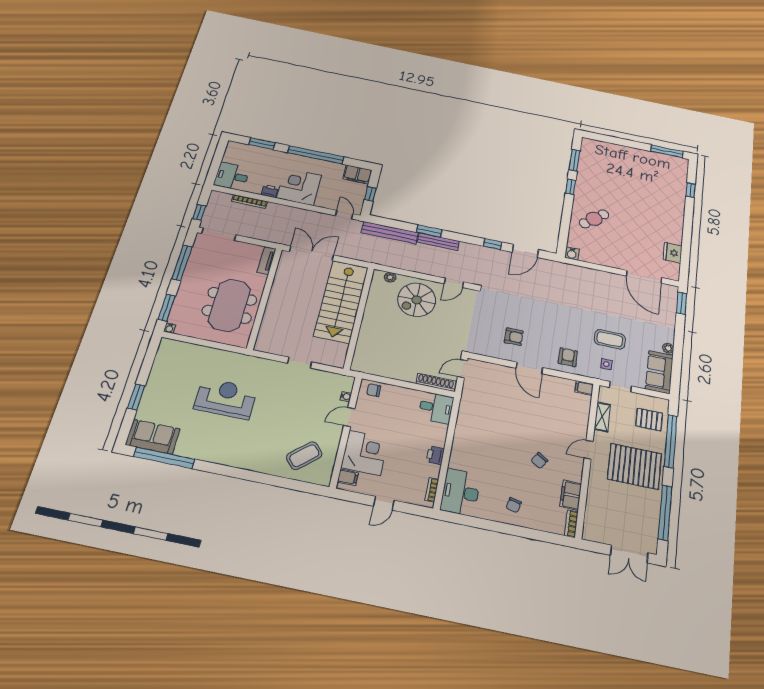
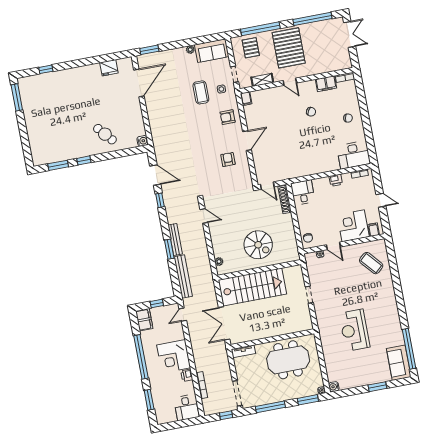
spiral stairs: (417, 300) -> (258, 245), moved
water cooler: (166, 344) -> (334, 387), added

